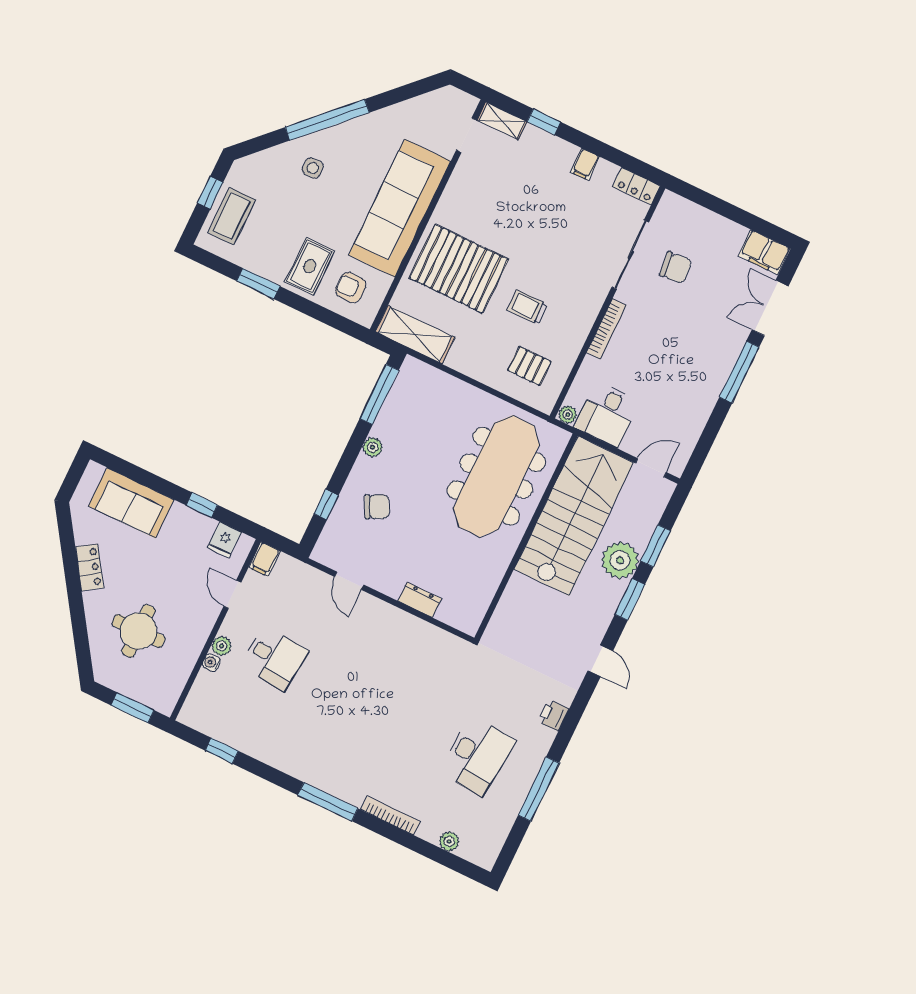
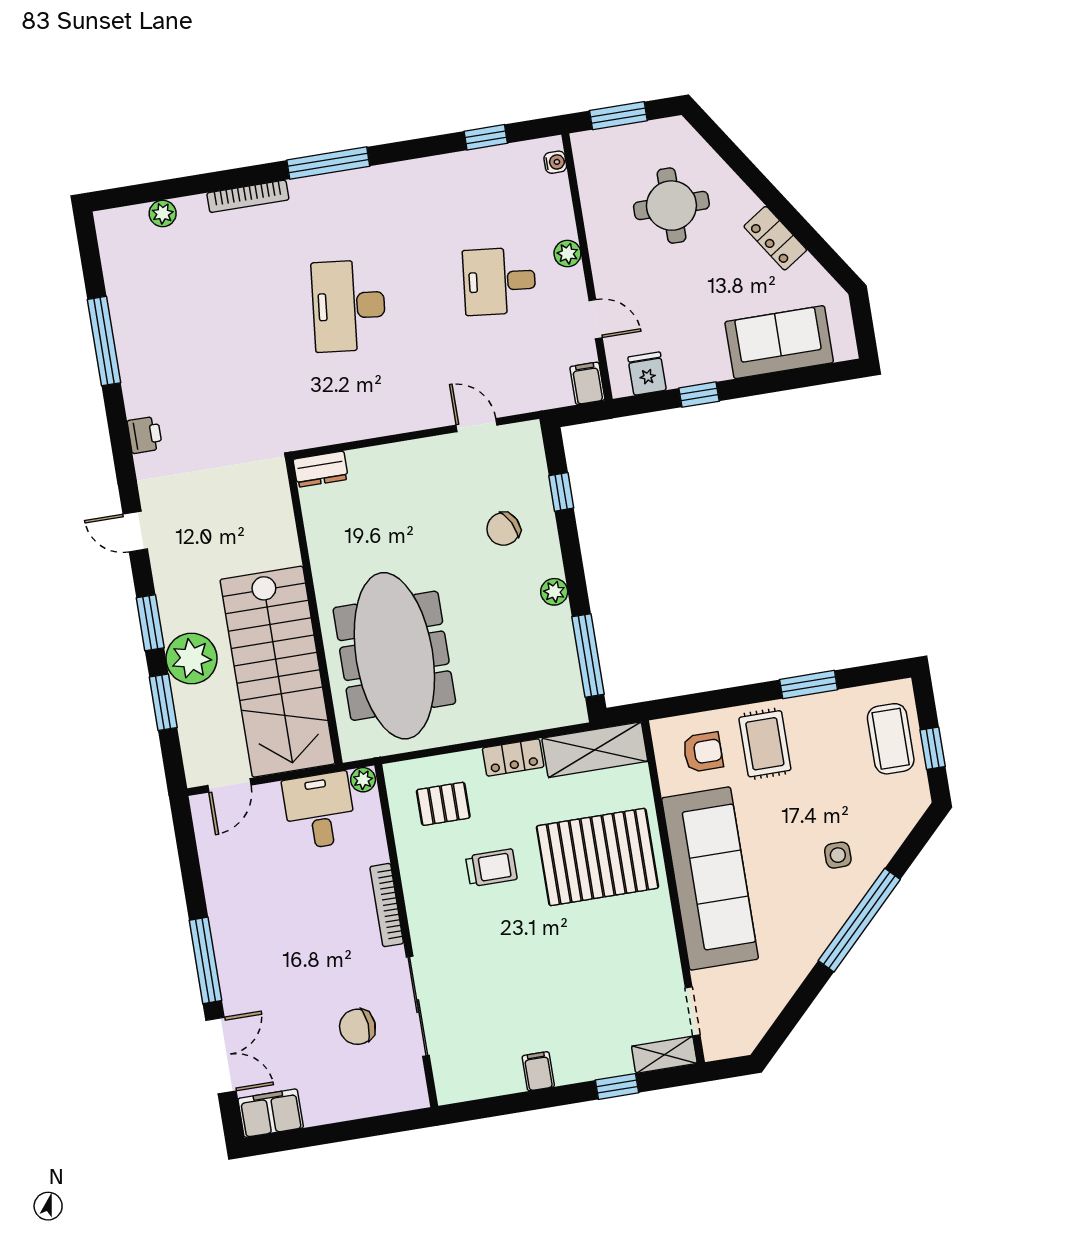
locker: (637, 186) -> (513, 757), moved, turned 180
dresser: (420, 600) -> (321, 469), moved
water cooler: (211, 663) -> (555, 162), moved
desk: (477, 756) -> (349, 306), moved

